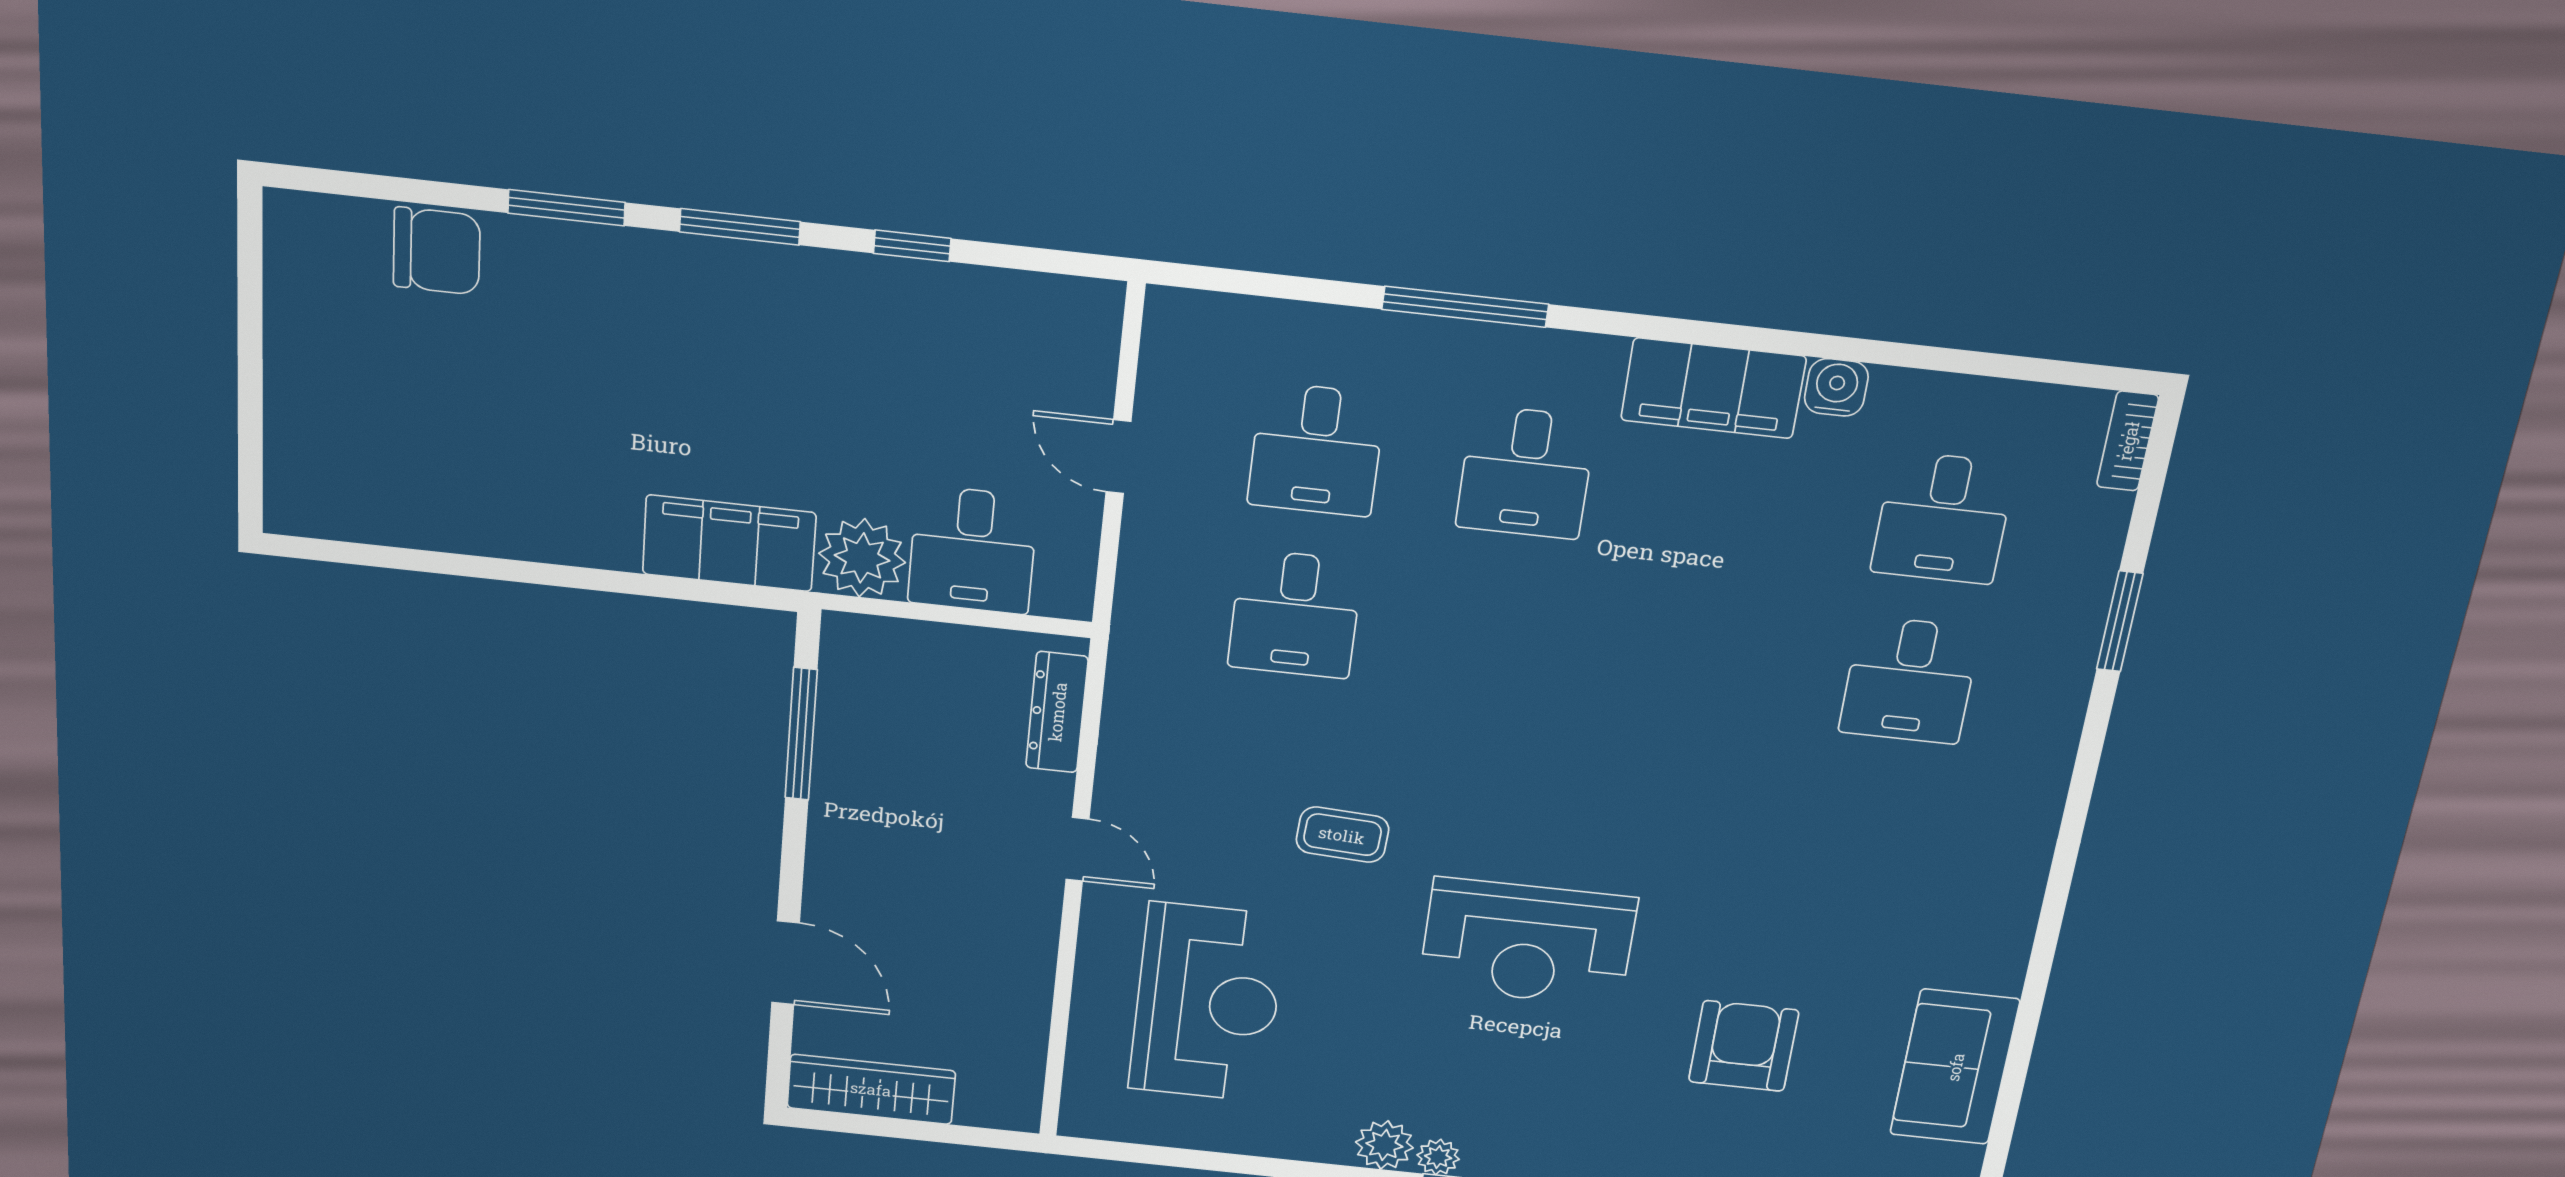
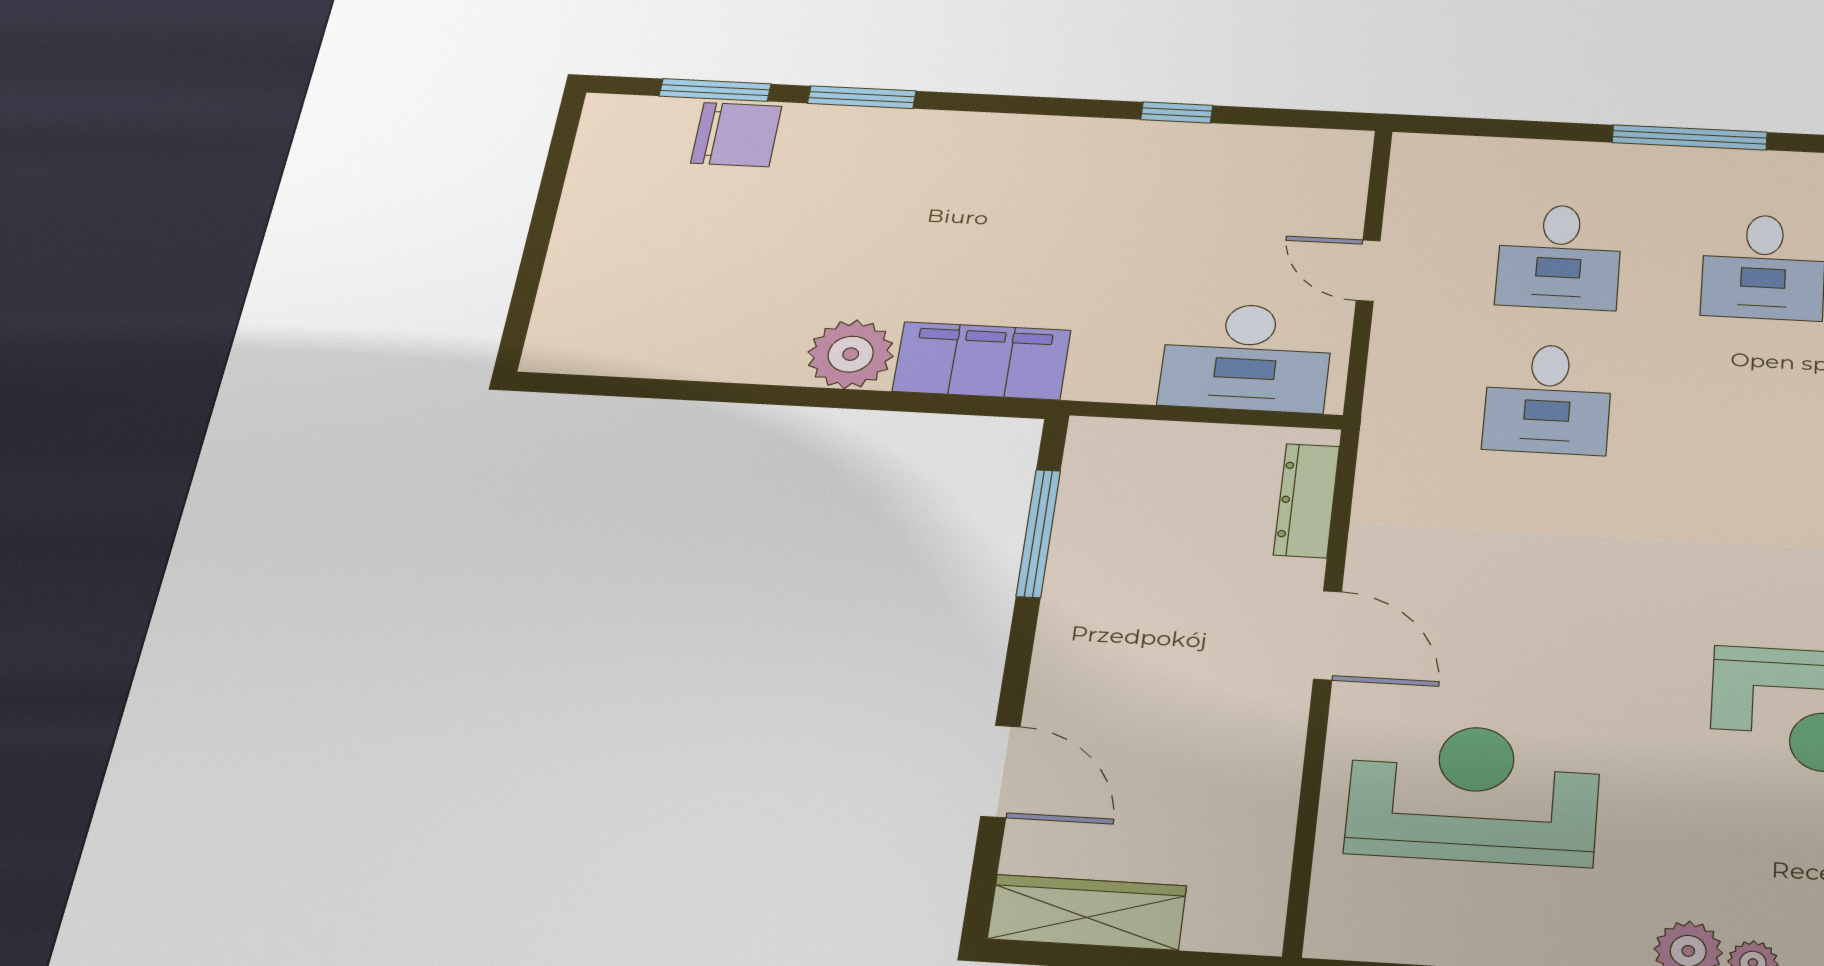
window: (740, 227) -> (715, 90), moved
desk: (973, 550) -> (1246, 357), width x1.37
plant: (862, 558) -> (851, 354), moved
coffee table: (1342, 835) -> (1612, 607), removed
door: (1077, 849) -> (1328, 635), width x1.38
reception desk: (1207, 1003) -> (1474, 794), turned -90

